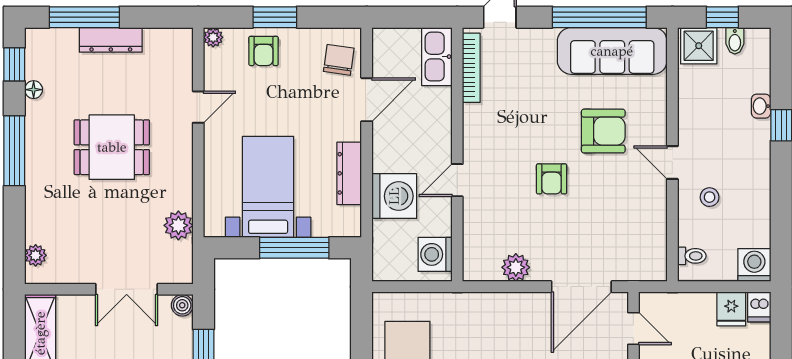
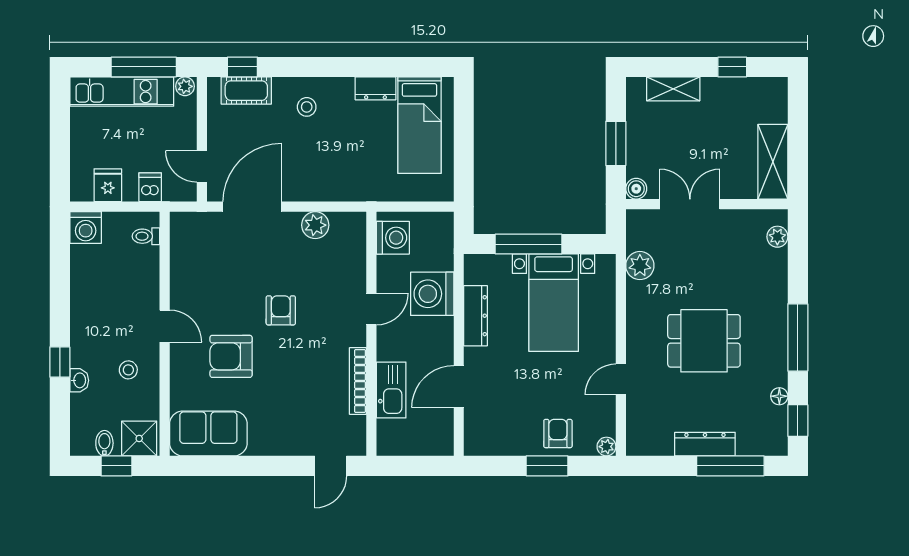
window: (599, 17) -> (235, 466), removed
sofa: (612, 51) -> (208, 433), width x0.73
kitchen sink: (437, 57) -> (391, 390), moved
chair: (339, 60) -> (486, 425), removed
bookcase: (471, 68) -> (358, 381), moved
stool: (710, 197) -> (128, 370), moved
dishwasher: (759, 307) -> (150, 187), moved

